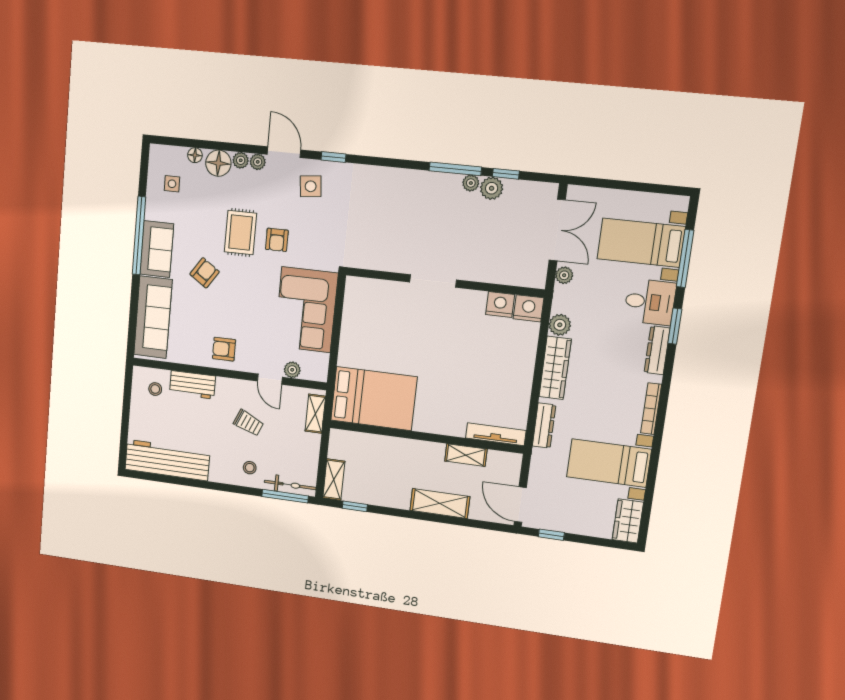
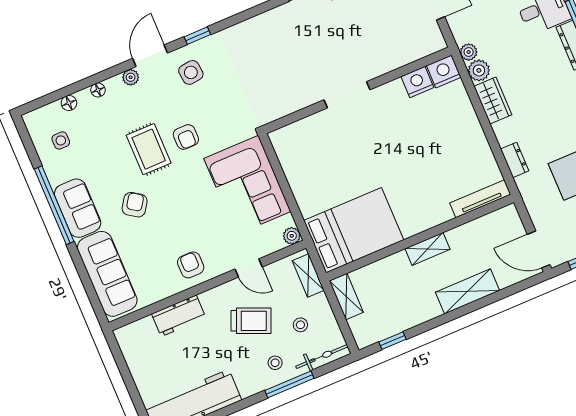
door: (284, 152) -> (150, 56), hinge flipped
plant: (241, 160) -> (114, 84), removed
floor lamp: (218, 163) -> (98, 90), width x0.53, depth x0.53
plant: (564, 275) -> (469, 52), moved
armchair: (224, 349) -> (191, 265), turned 90
wardrobe: (555, 368) -> (493, 100), width x0.67
plant: (292, 370) -> (292, 236), moved
stool: (155, 389) -> (300, 325), moved
trolley: (248, 423) -> (251, 321), width x1.36, depth x1.39
dresser: (544, 426) -> (515, 160), width x0.70
shelving: (466, 455) -> (428, 249), moved
shelving: (334, 480) -> (346, 297), moved
window: (285, 496) -> (289, 384), moved

